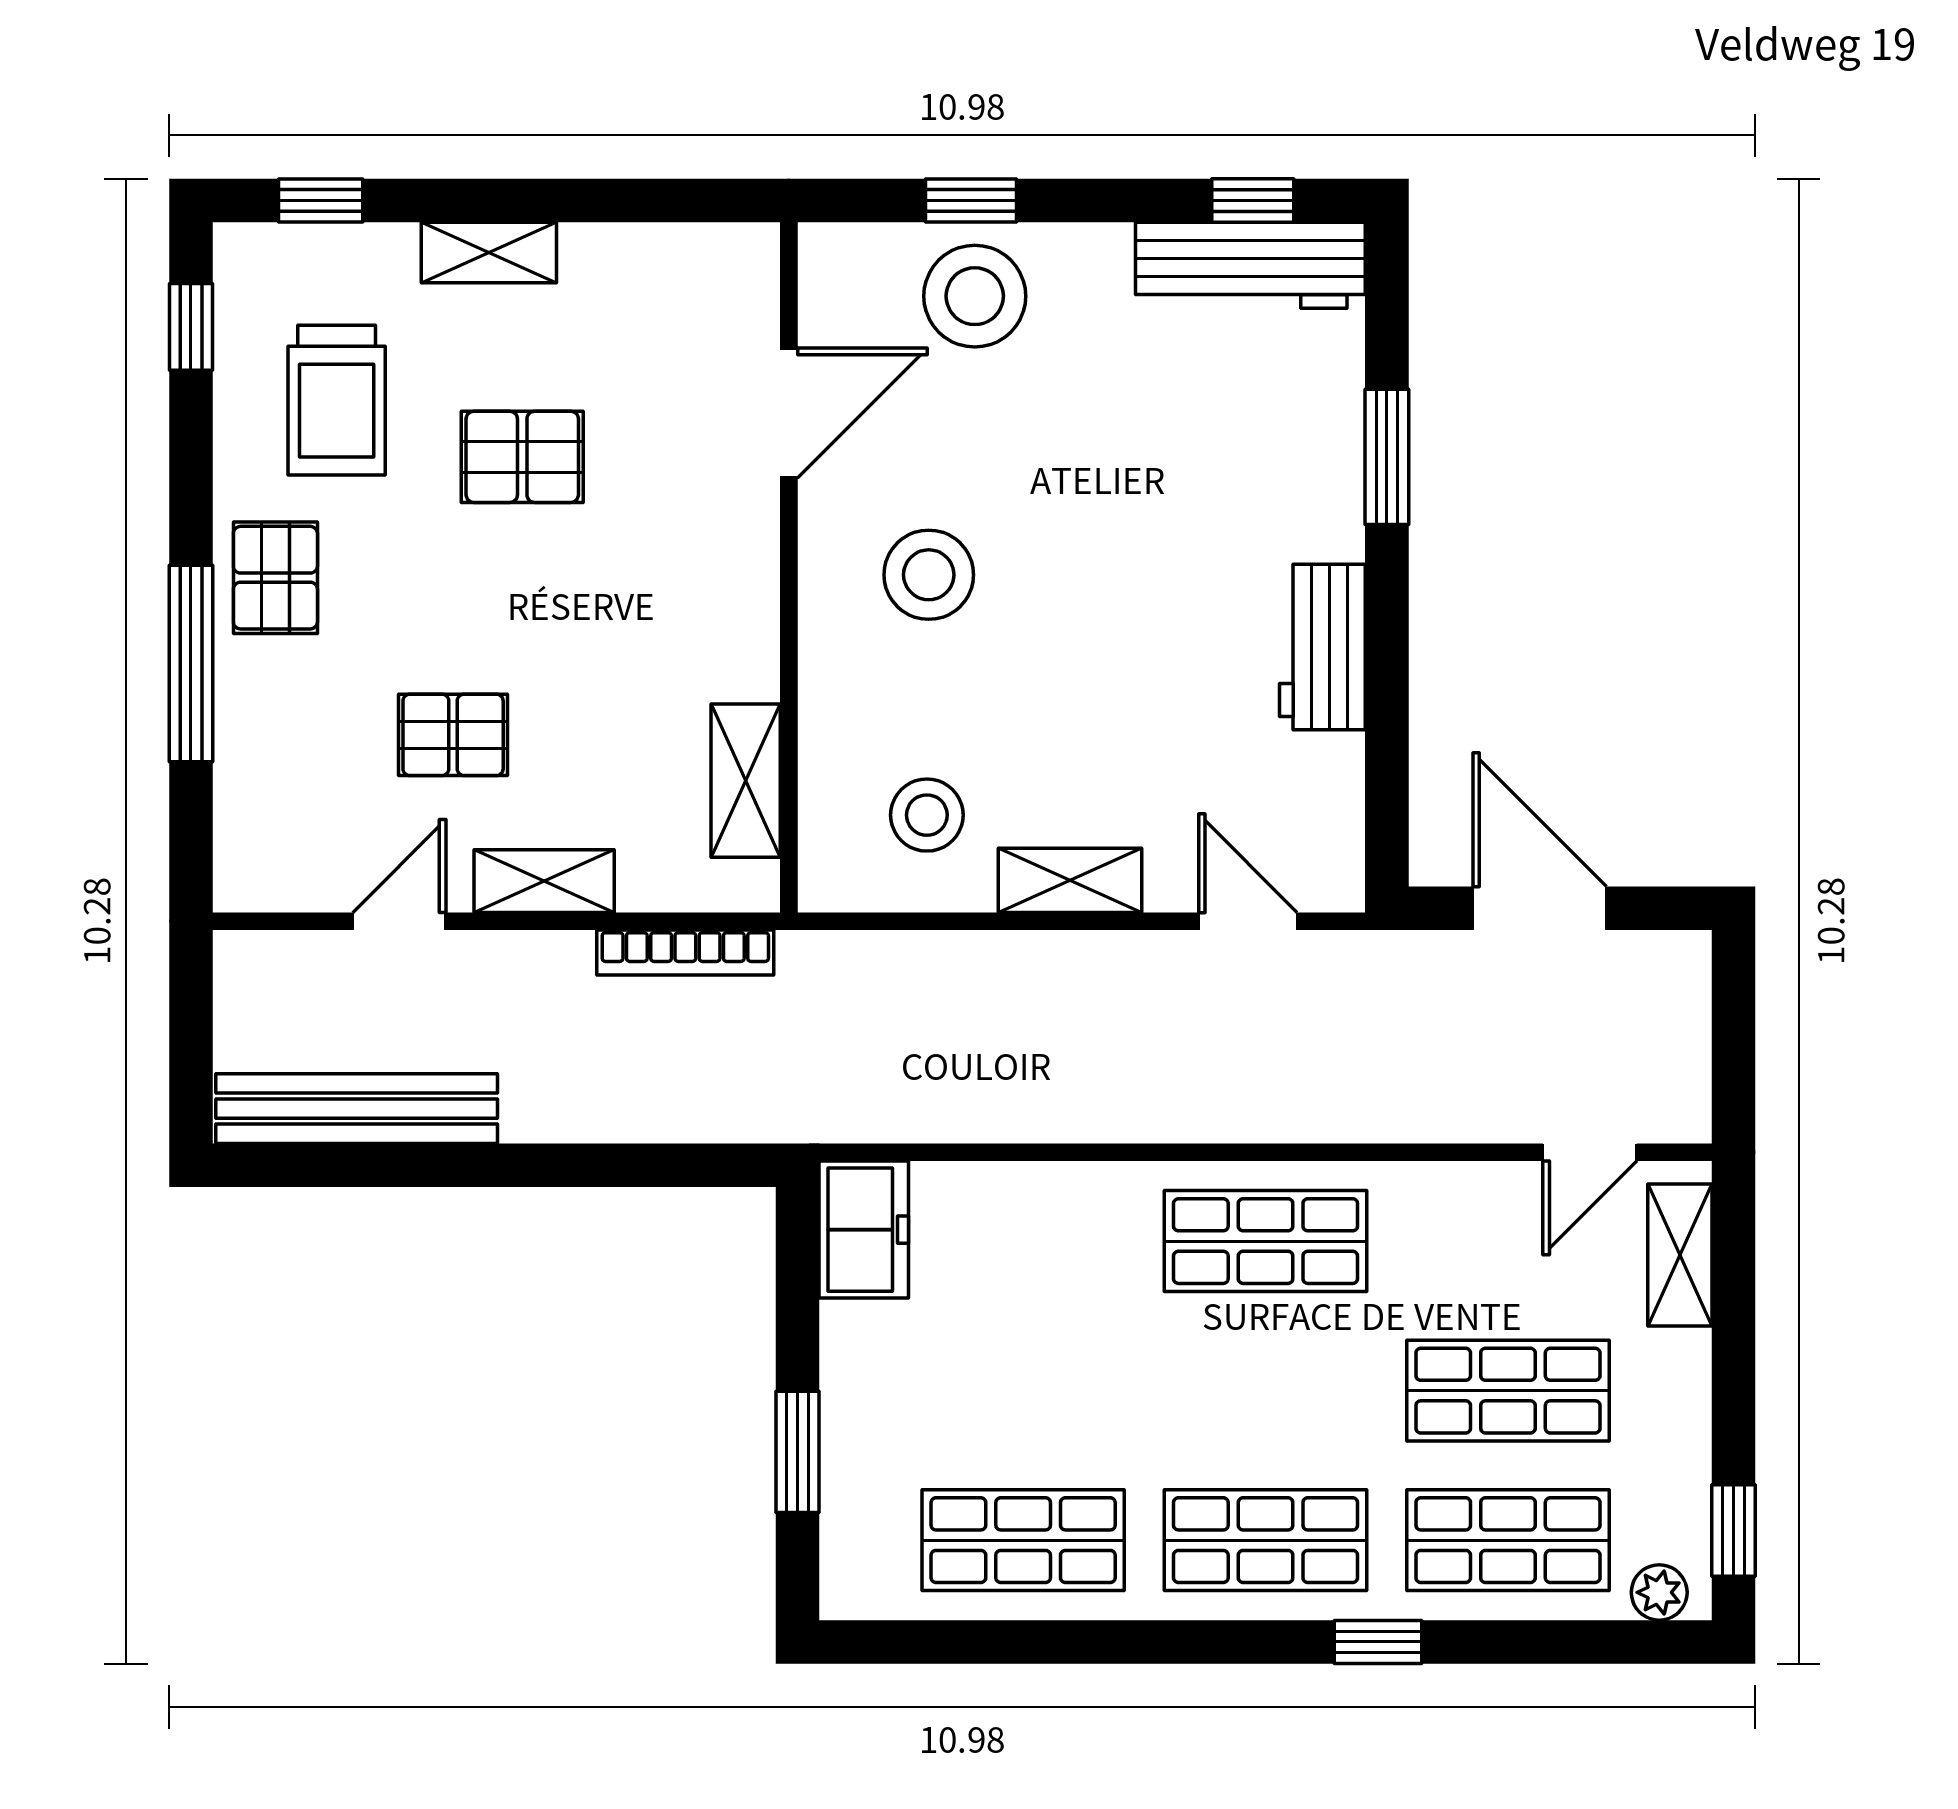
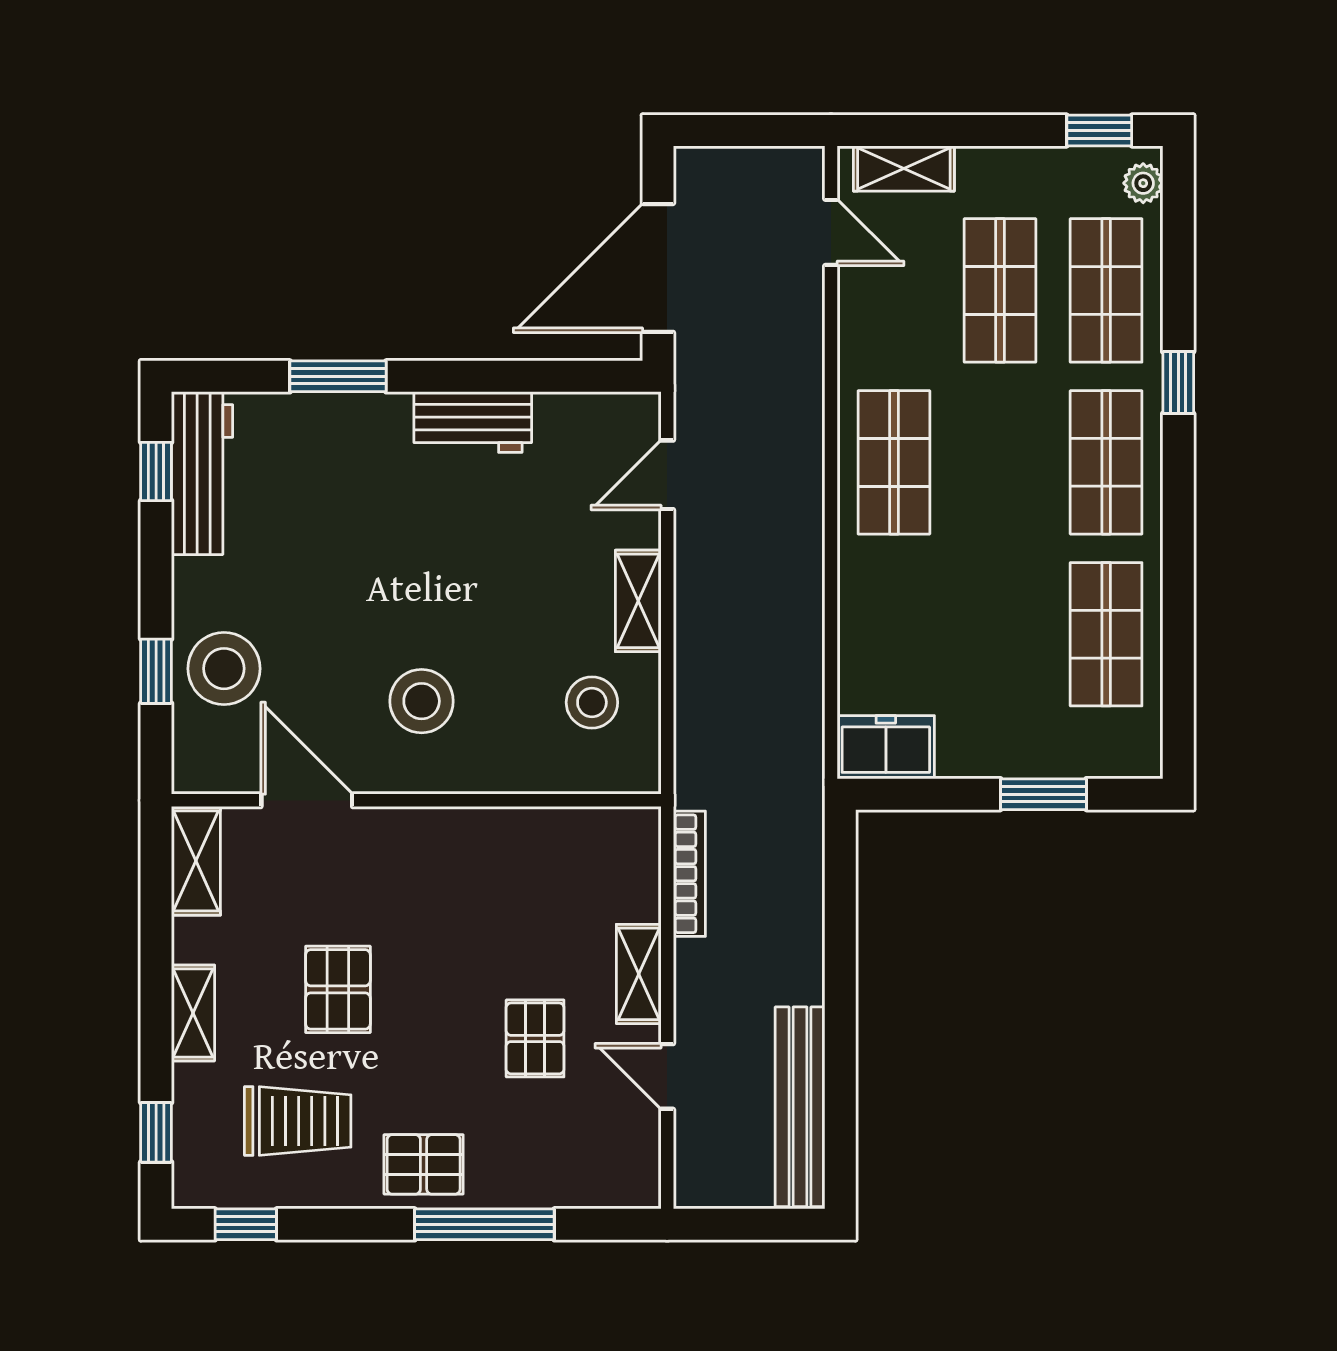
shelving: (746, 781) -> (196, 861), moved, turned 90
door: (1540, 908) -> (658, 268), width x1.36

